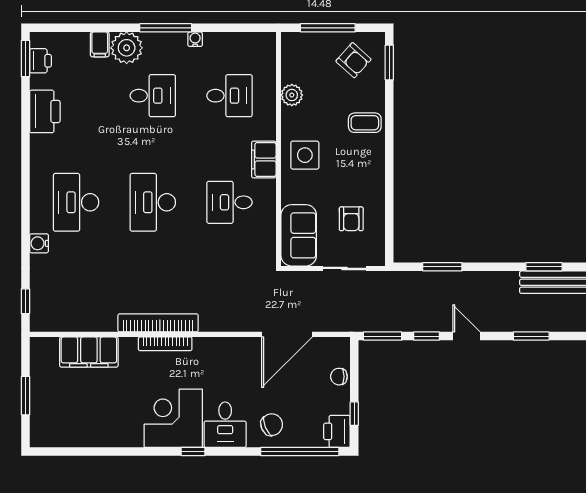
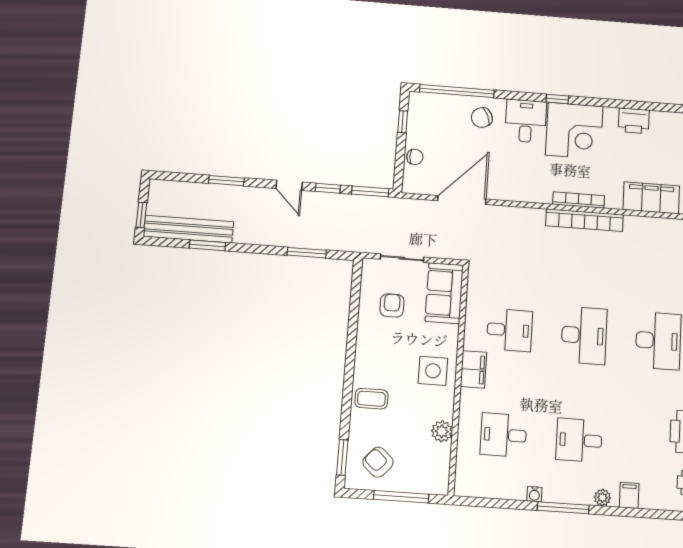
plant: (127, 48) -> (602, 498), width x0.53, depth x0.53
printer: (337, 431) -> (634, 121), moved, turned 90

